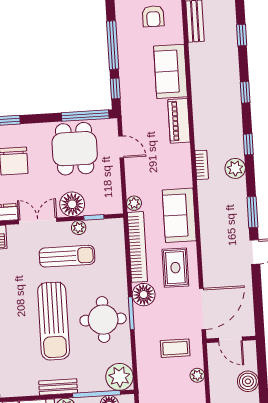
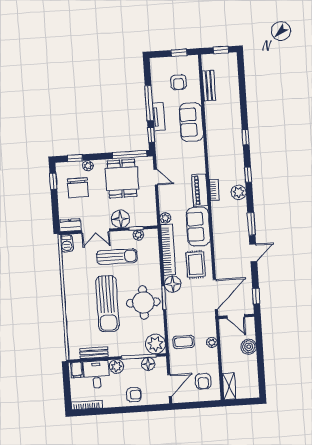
window: (242, 35) -> (256, 296), moved
tv unit: (126, 64) -> (159, 117), added
piano: (179, 121) -> (200, 190), moved
plant: (28, 131) -> (88, 166), added
double door: (38, 221) -> (96, 231), swing flipped
plant: (79, 228) -> (138, 235), moved
coffee table: (175, 348) -> (184, 342), moved
bench: (58, 387) -> (94, 353), moved

